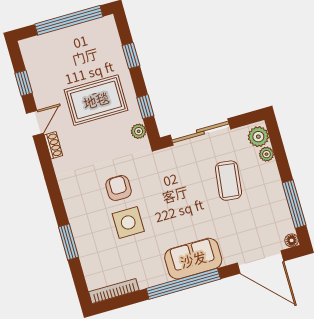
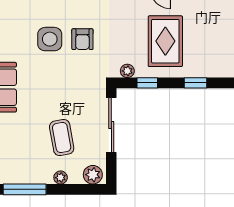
plant: (267, 154) -> (61, 178), moved
coffee table: (228, 181) -> (62, 138), turned 73
armchair: (119, 188) -> (82, 39), turned 90

